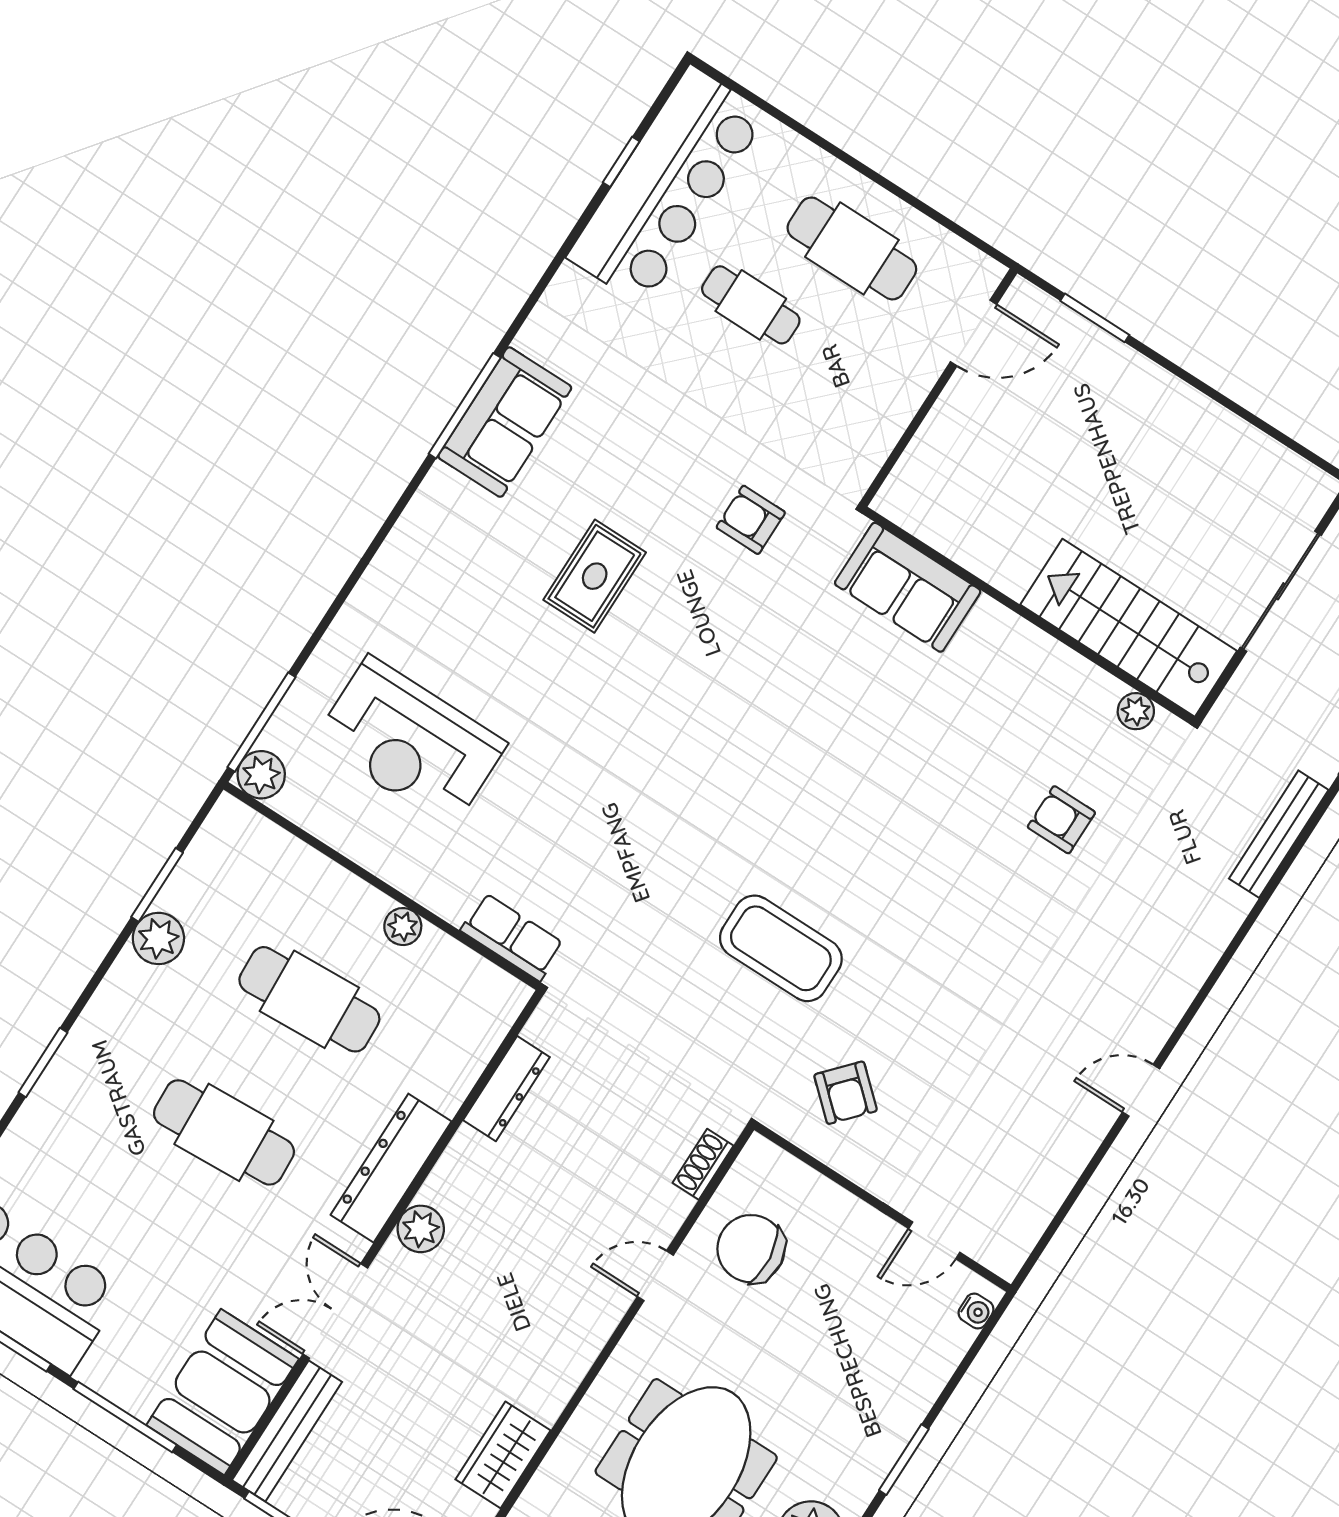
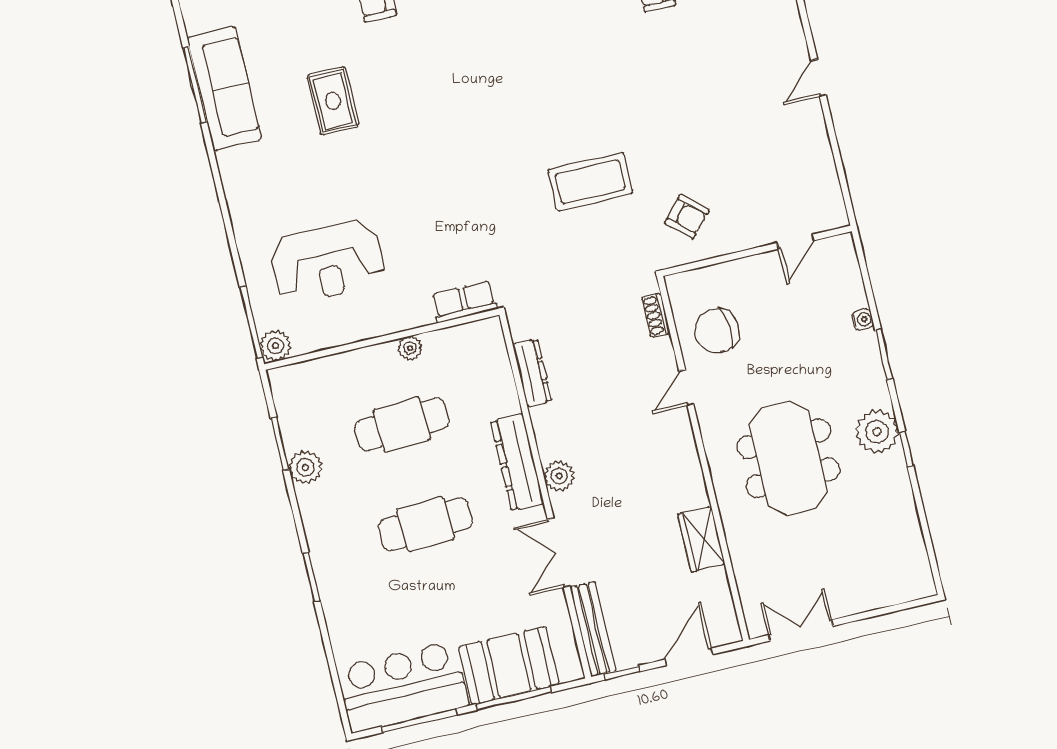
sofa: (505, 422) -> (224, 88), width x1.36
water cooler: (976, 1311) -> (863, 319), moved
booth: (223, 1392) -> (509, 666), moved, turned 90

